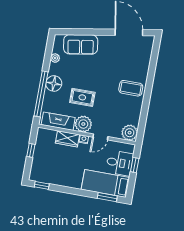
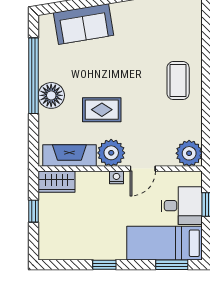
plant: (55, 58) -> (46, 54), removed
coffee table: (131, 88) -> (178, 81), turned 90
window: (41, 94) -> (33, 76), moved
wardrobe: (67, 139) -> (57, 182), moved
window: (42, 185) -> (104, 265), moved

